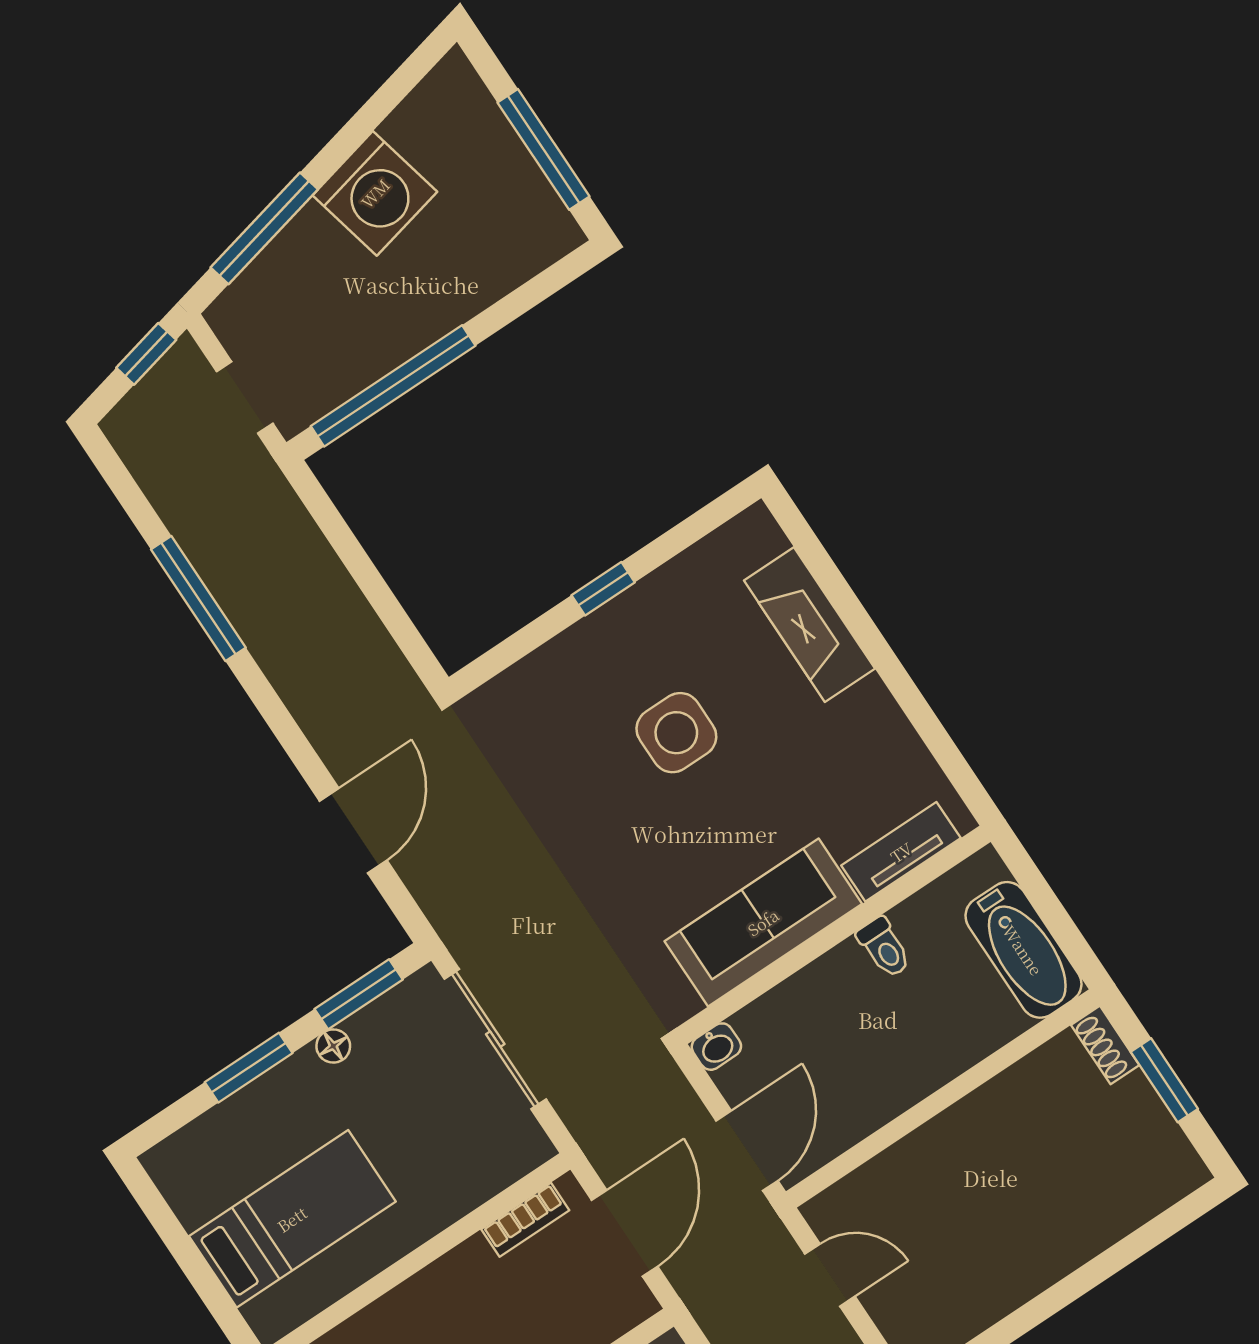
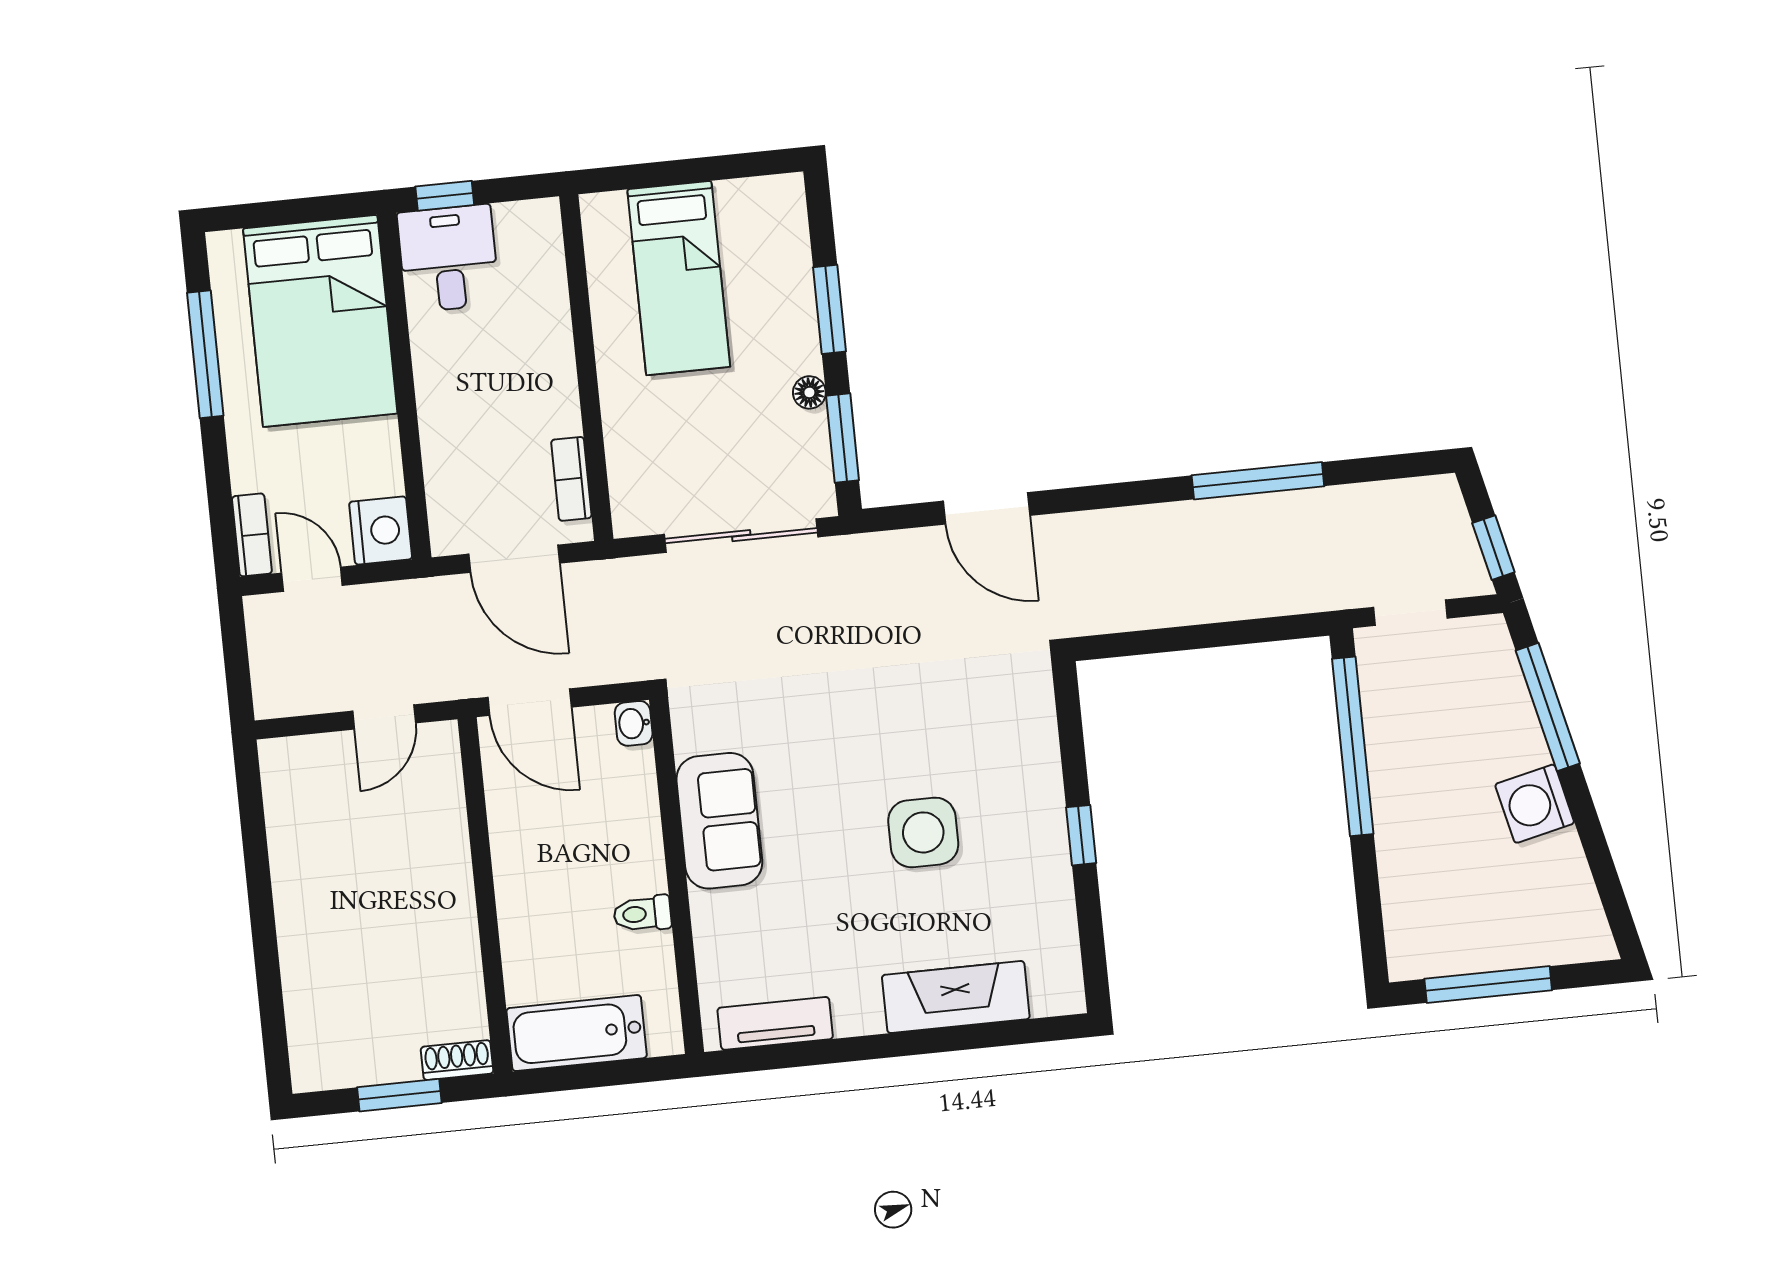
washing machine: (375, 193) -> (1535, 804), width x0.73, depth x0.73
tv unit: (901, 852) -> (775, 1023), moved, turned -90
sofa: (763, 922) -> (719, 821), width x0.73

